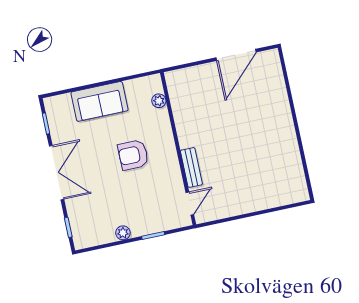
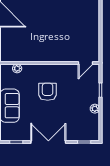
armchair: (133, 155) -> (48, 92), turned 180
bench: (191, 167) -> (63, 57), removed
door: (190, 204) -> (85, 63), swing flipped

